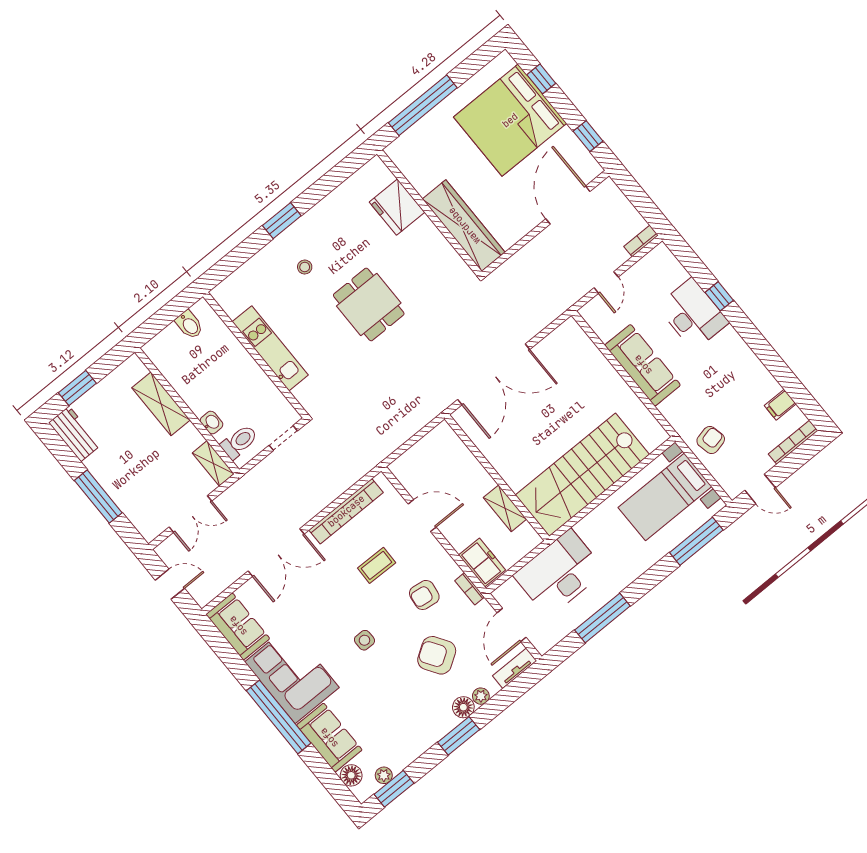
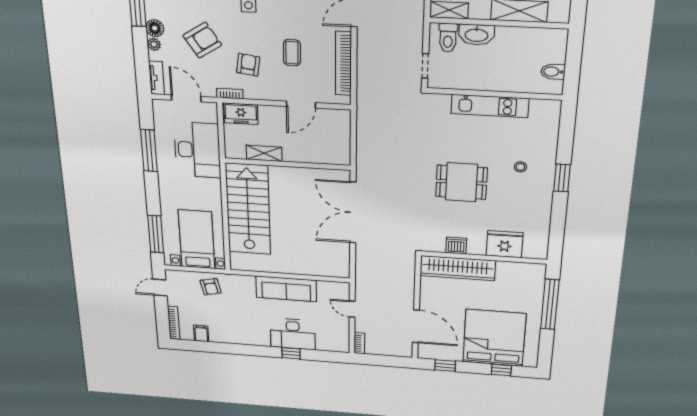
dishwasher: (440, 249) -> (456, 245), added
washbasin: (212, 423) -> (477, 35), width x1.91, depth x1.45

